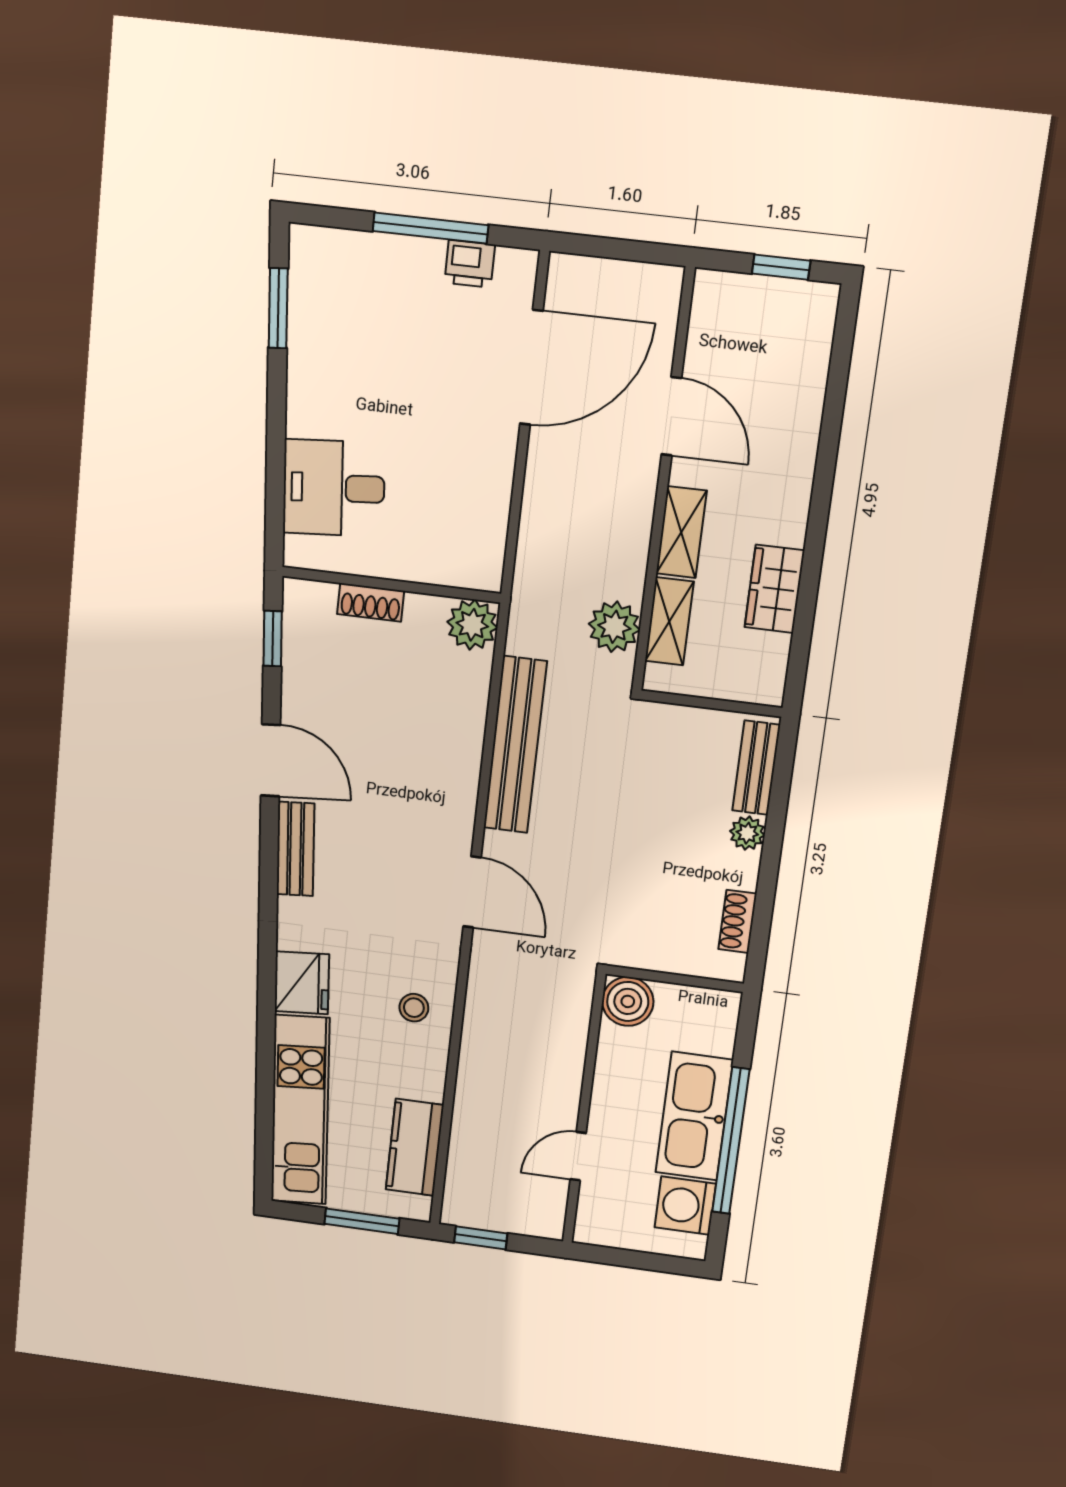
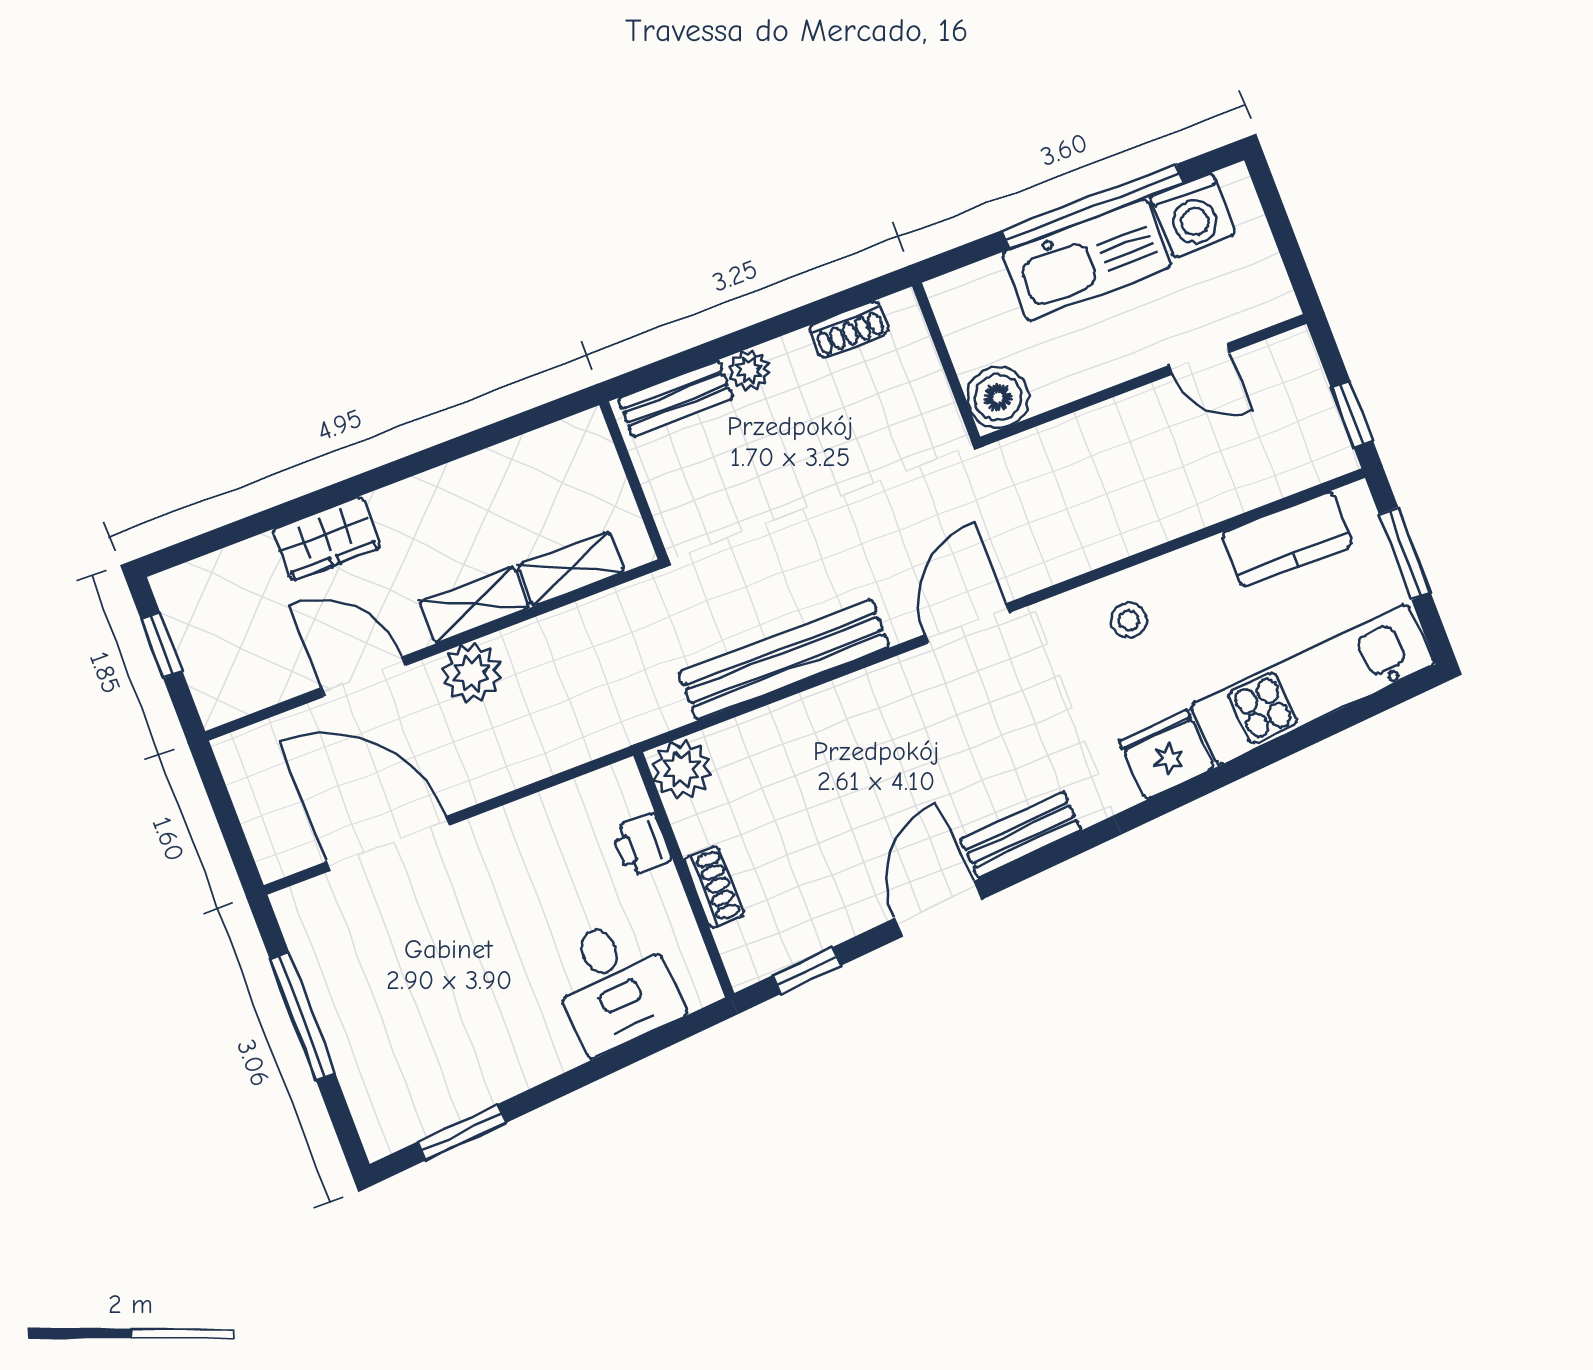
printer: (470, 264) -> (641, 845), moved, turned 180
door: (671, 416) -> (363, 677), hinge flipped
wardrobe: (774, 589) -> (326, 539), moved
plant: (614, 627) -> (472, 673), moved

